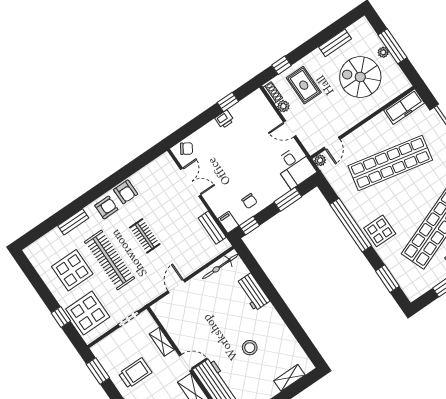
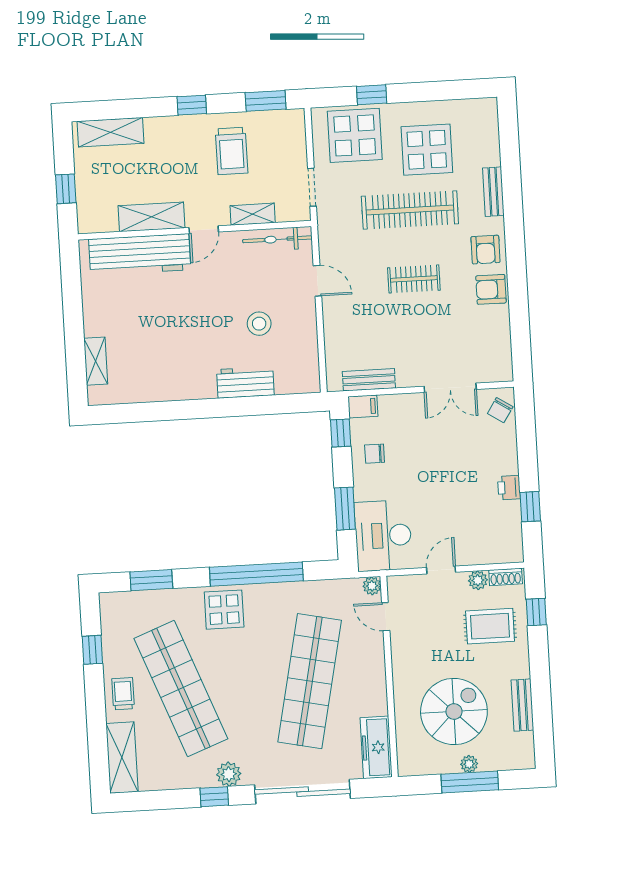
desk: (295, 167) -> (383, 536), width x1.37
bicycle: (220, 267) -> (277, 239), moved, turned -90
stool: (250, 348) -> (259, 324), moved

